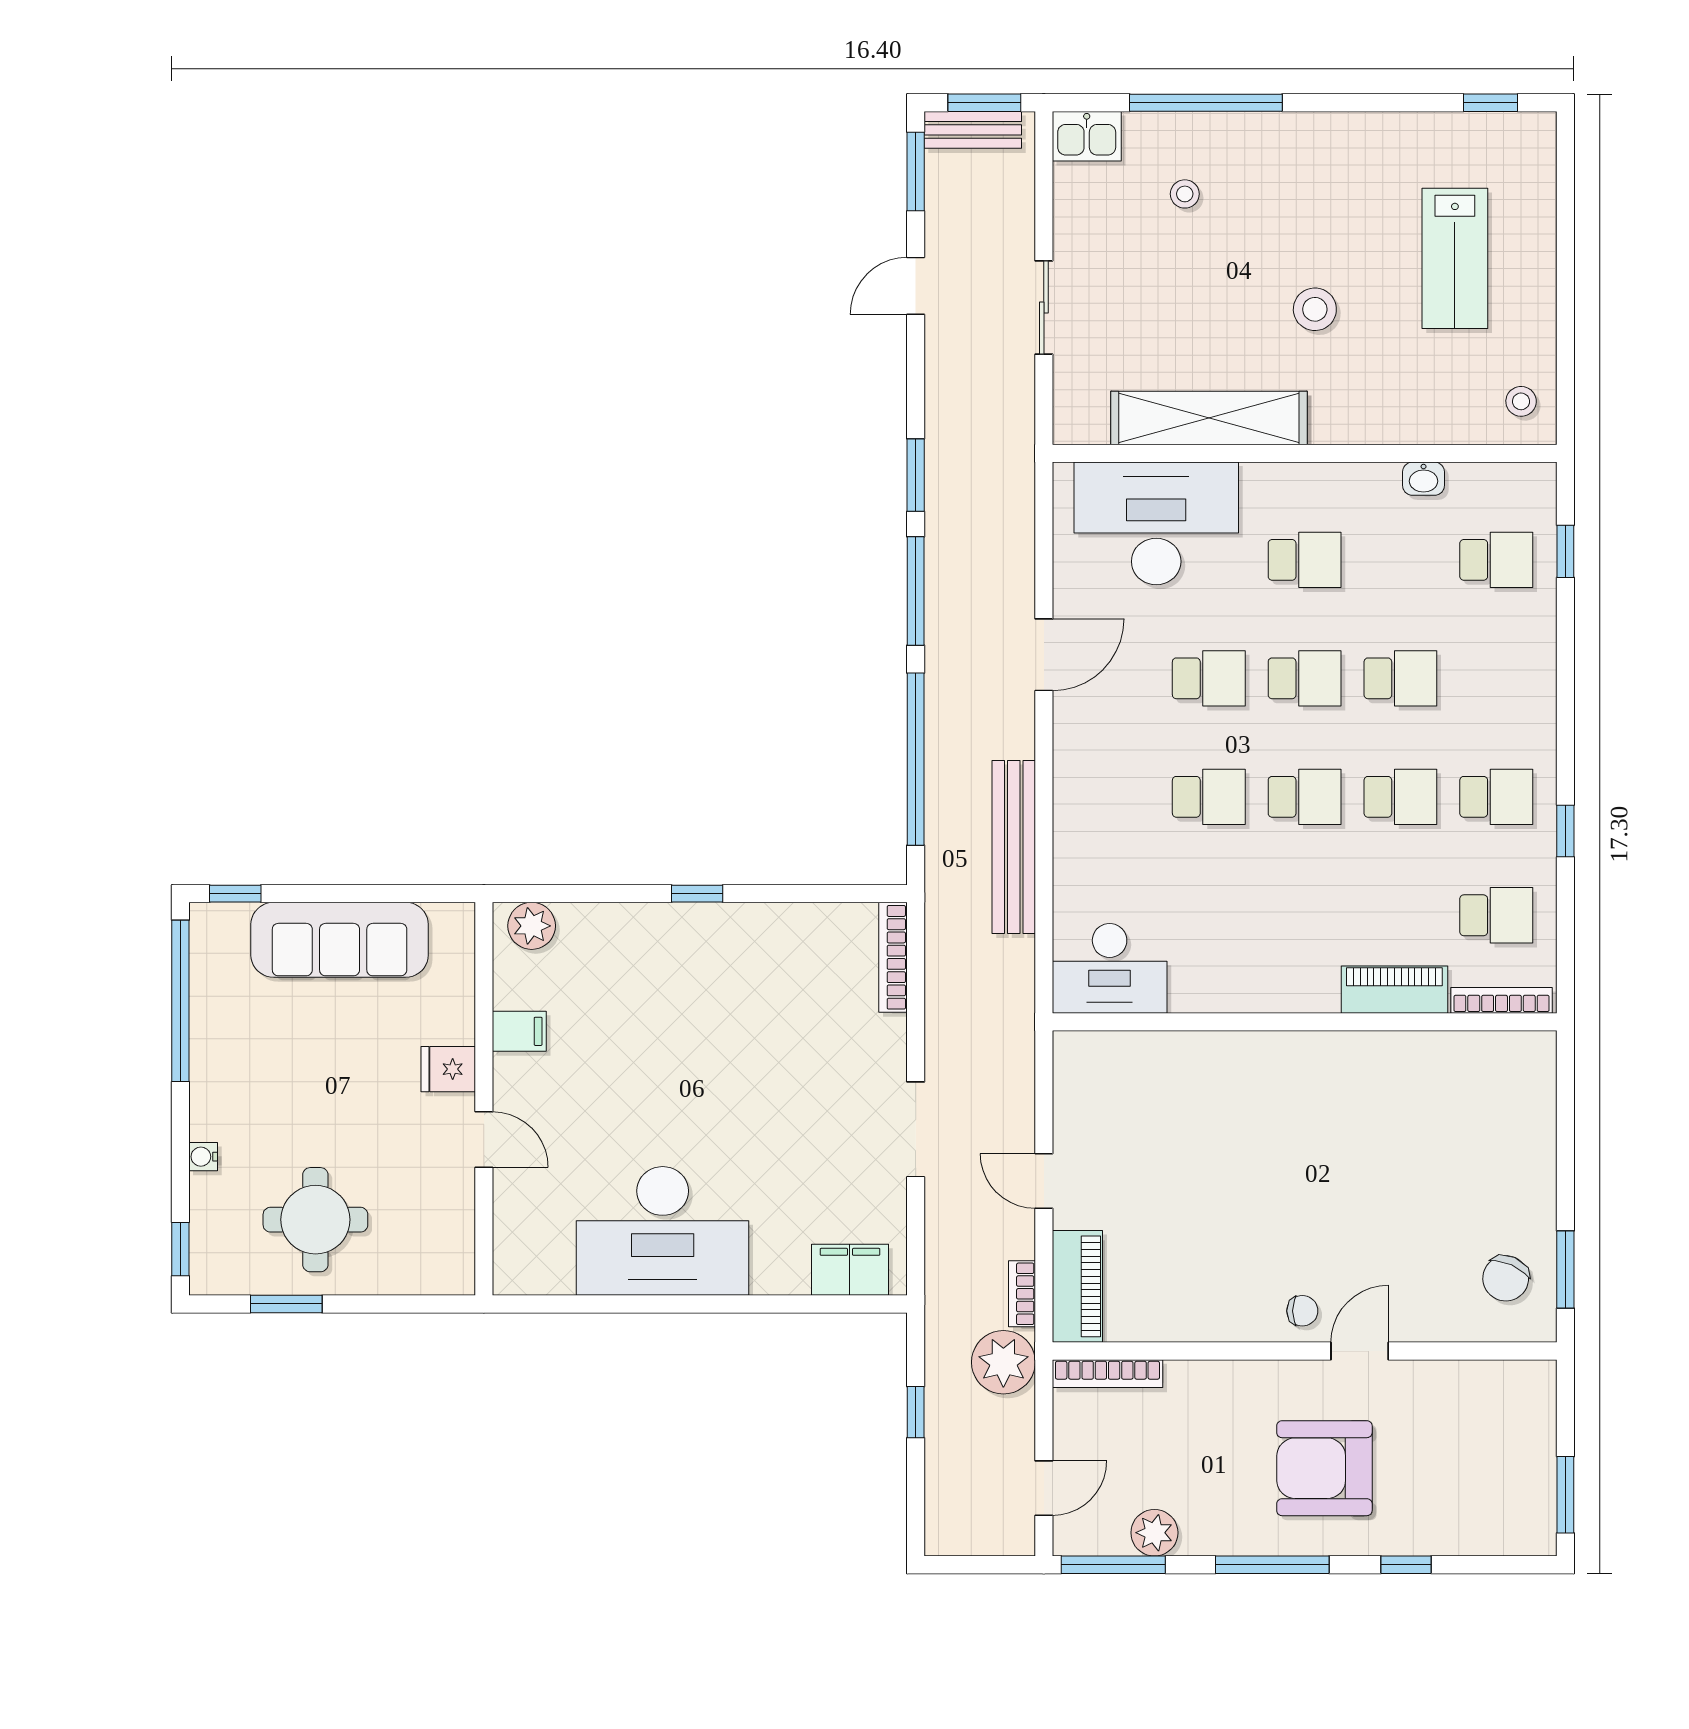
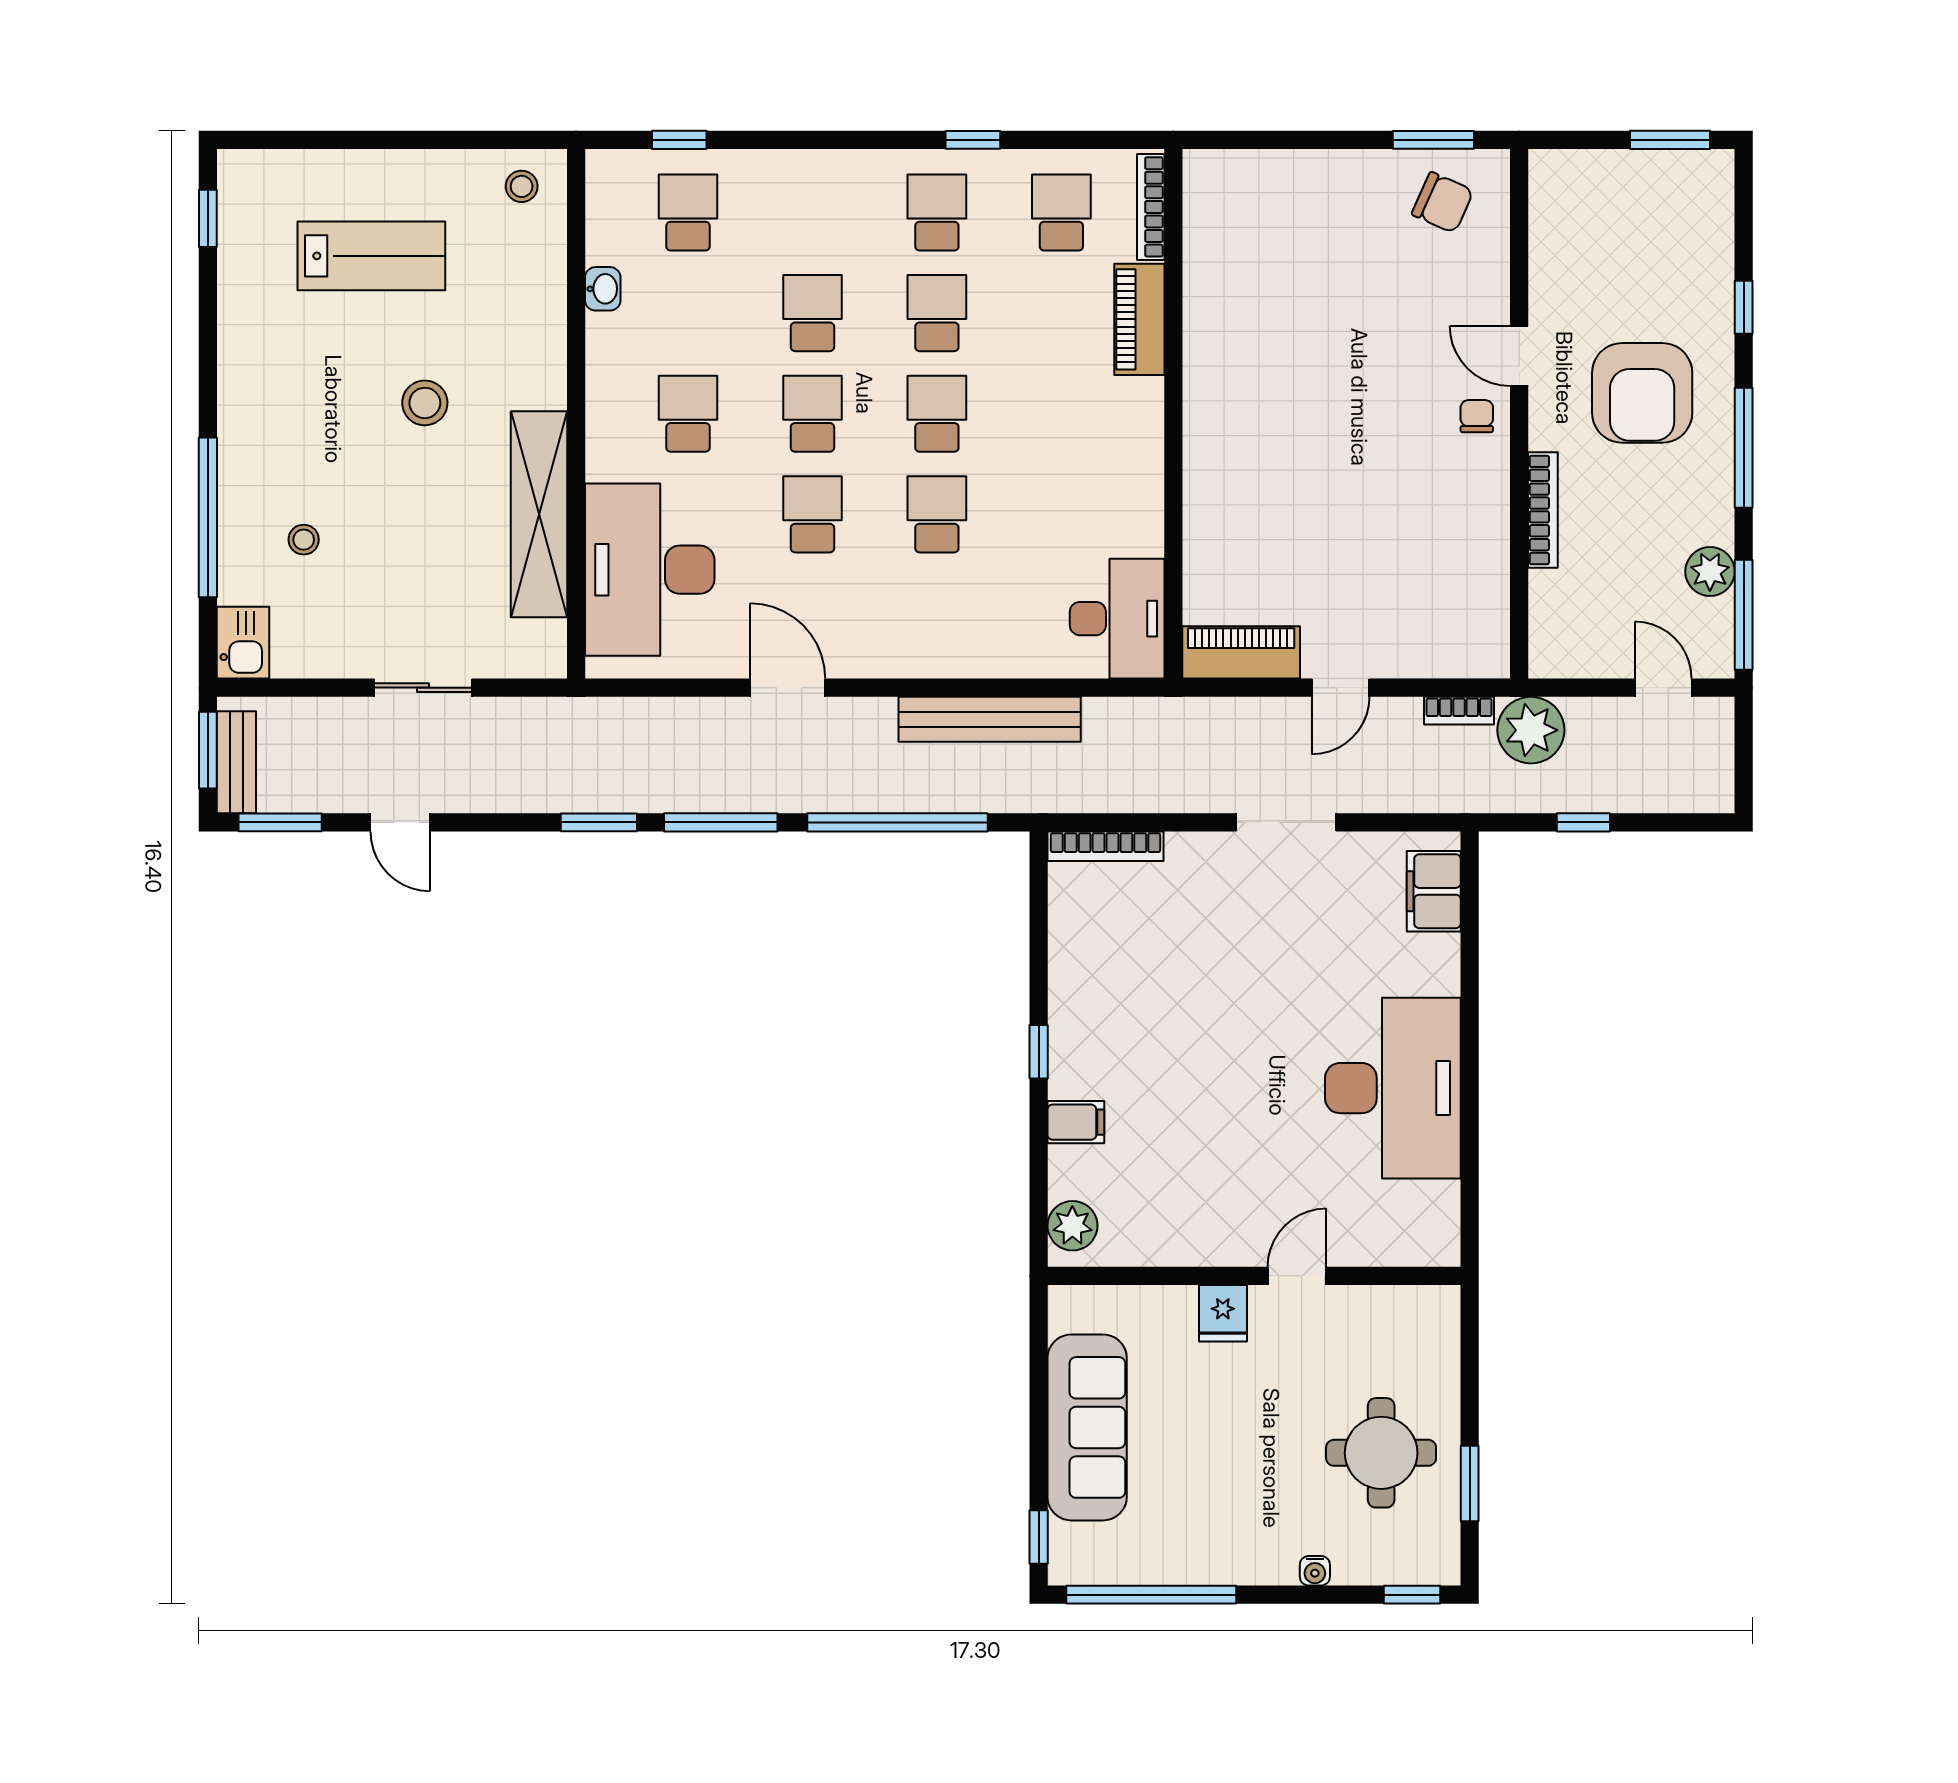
filing cabinet: (519, 1031) -> (1076, 1122), moved, turned 90
piano: (1077, 1286) -> (1241, 652), moved
bookcase: (1107, 1374) -> (1543, 510), moved

